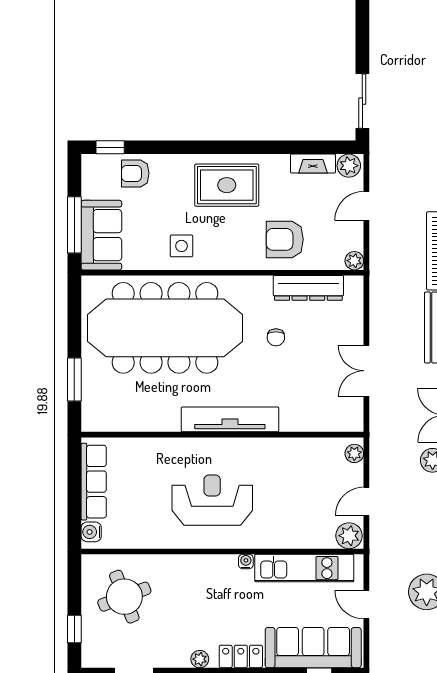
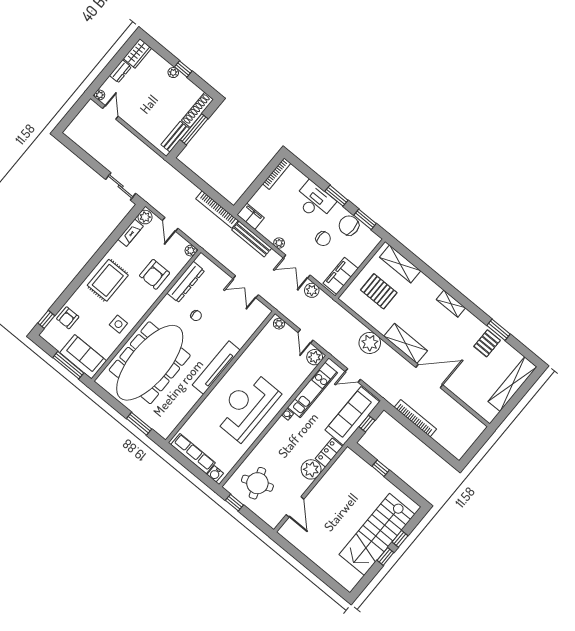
reception desk: (212, 500) -> (247, 406), width x1.36, depth x1.30
window: (74, 629) -> (234, 503), moved
plant: (200, 659) -> (311, 469), width x1.88, depth x1.88

